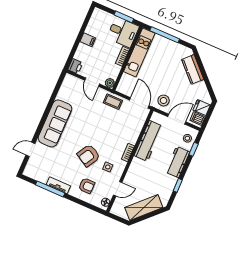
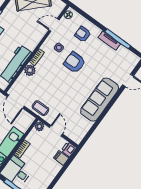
filing cabinet: (88, 40) -> (61, 158), moved
plant: (132, 138) -> (30, 70), added
armchair: (89, 155) -> (75, 62), turned -120

